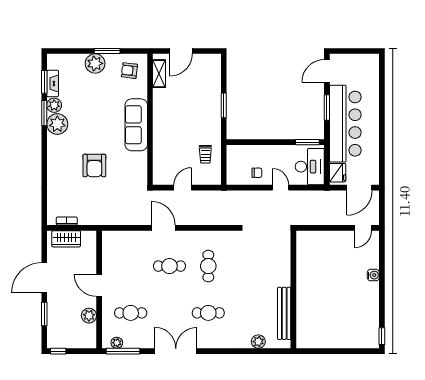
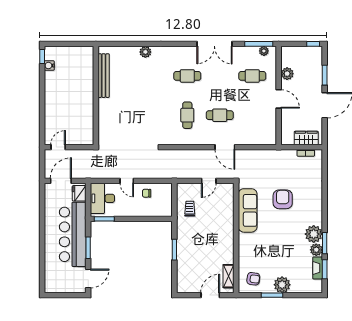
sofa: (136, 125) -> (248, 210), moved
water cooler: (373, 275) -> (49, 66), moved
wall: (293, 289) -> (96, 96), moved
bench: (284, 313) -> (104, 76), moved

